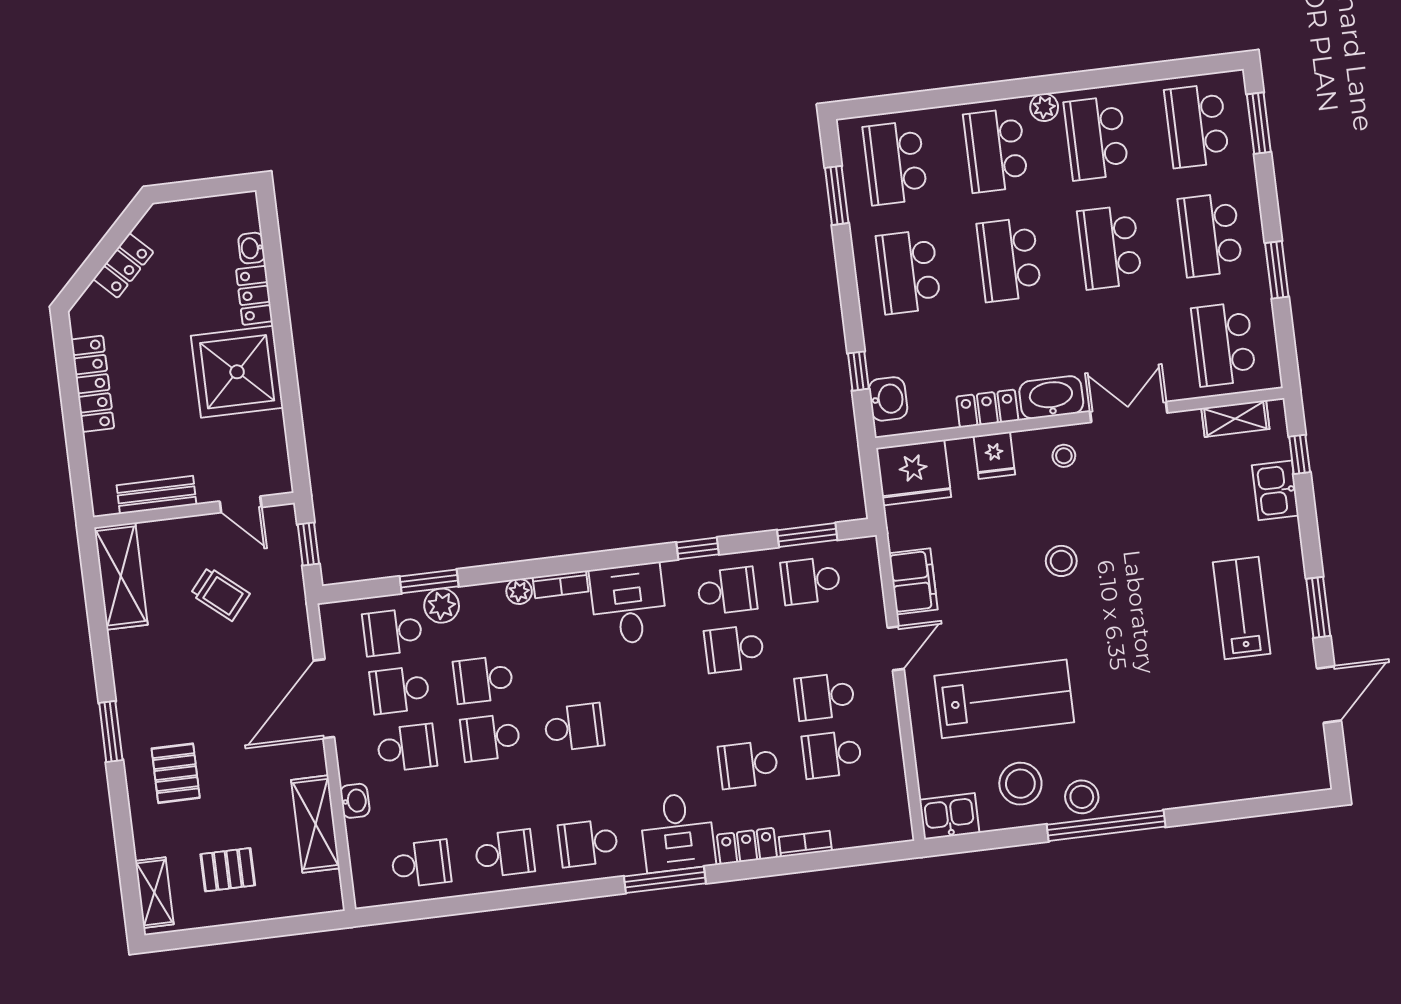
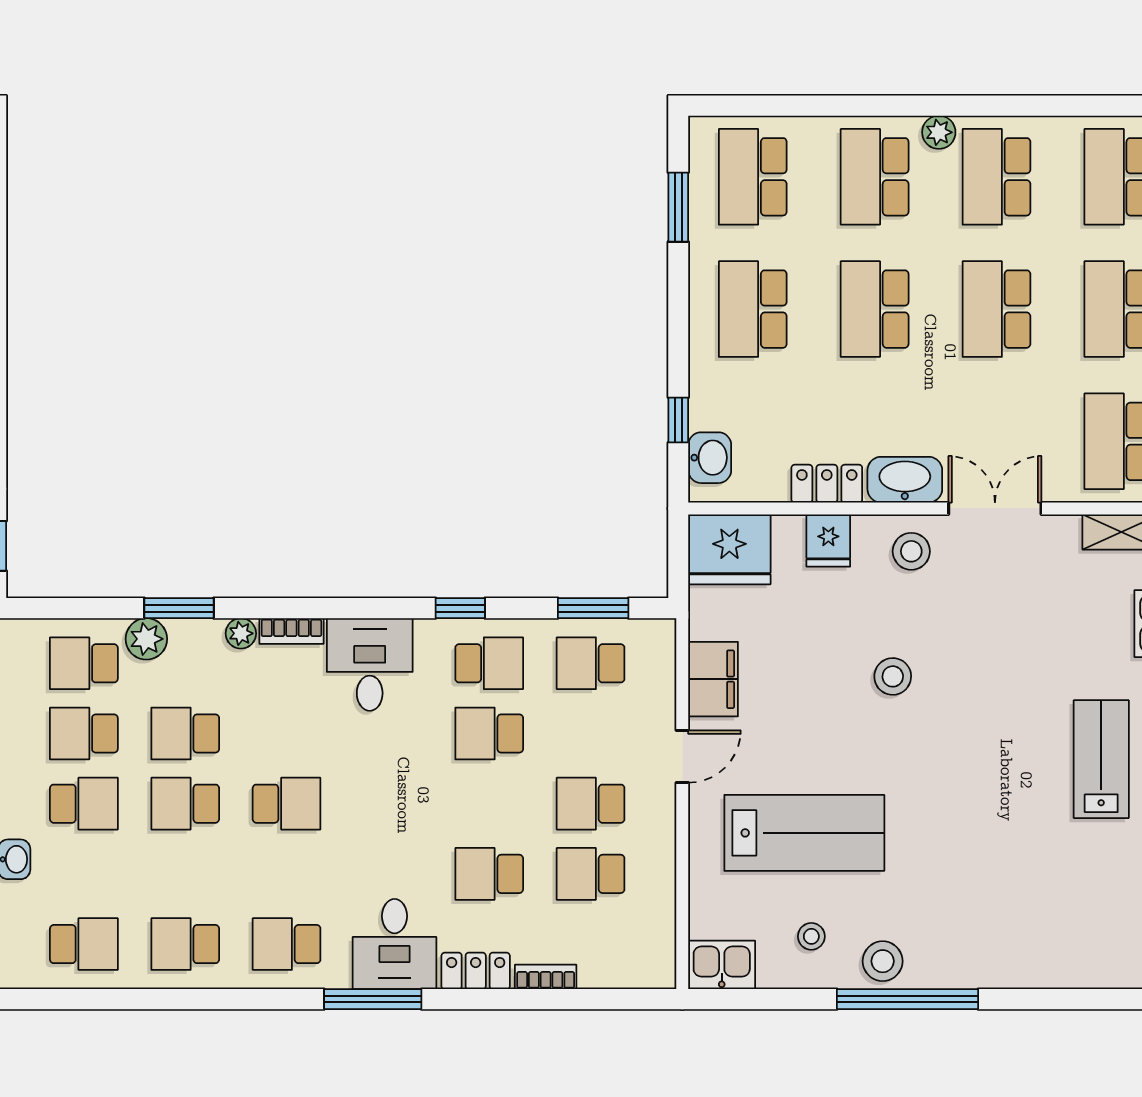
stool: (1064, 456) -> (911, 551), width x1.37, depth x1.37
window: (429, 581) -> (179, 608), moved
stool: (1020, 784) -> (811, 936), width x0.53, depth x0.53
school desk: (505, 853) -> (185, 944), turned 180

